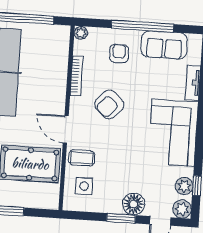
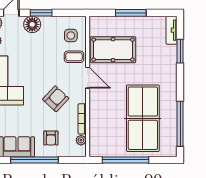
plant: (81, 33) -> (81, 140), moved

